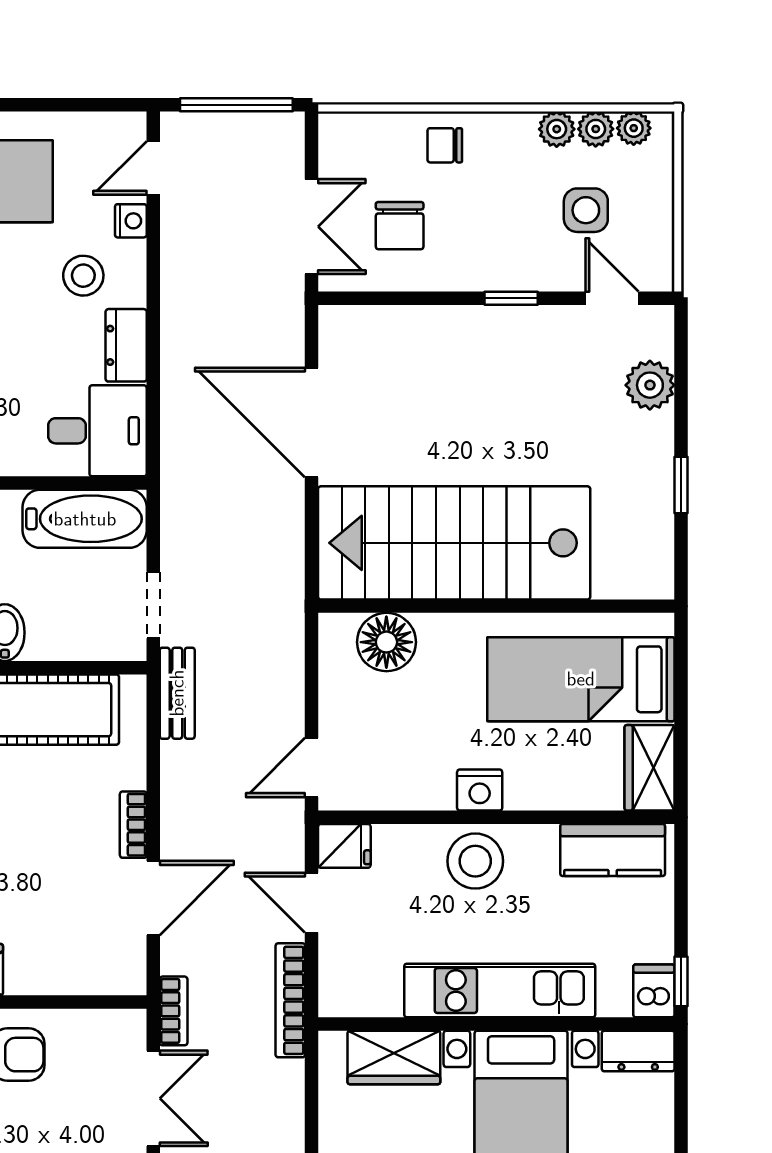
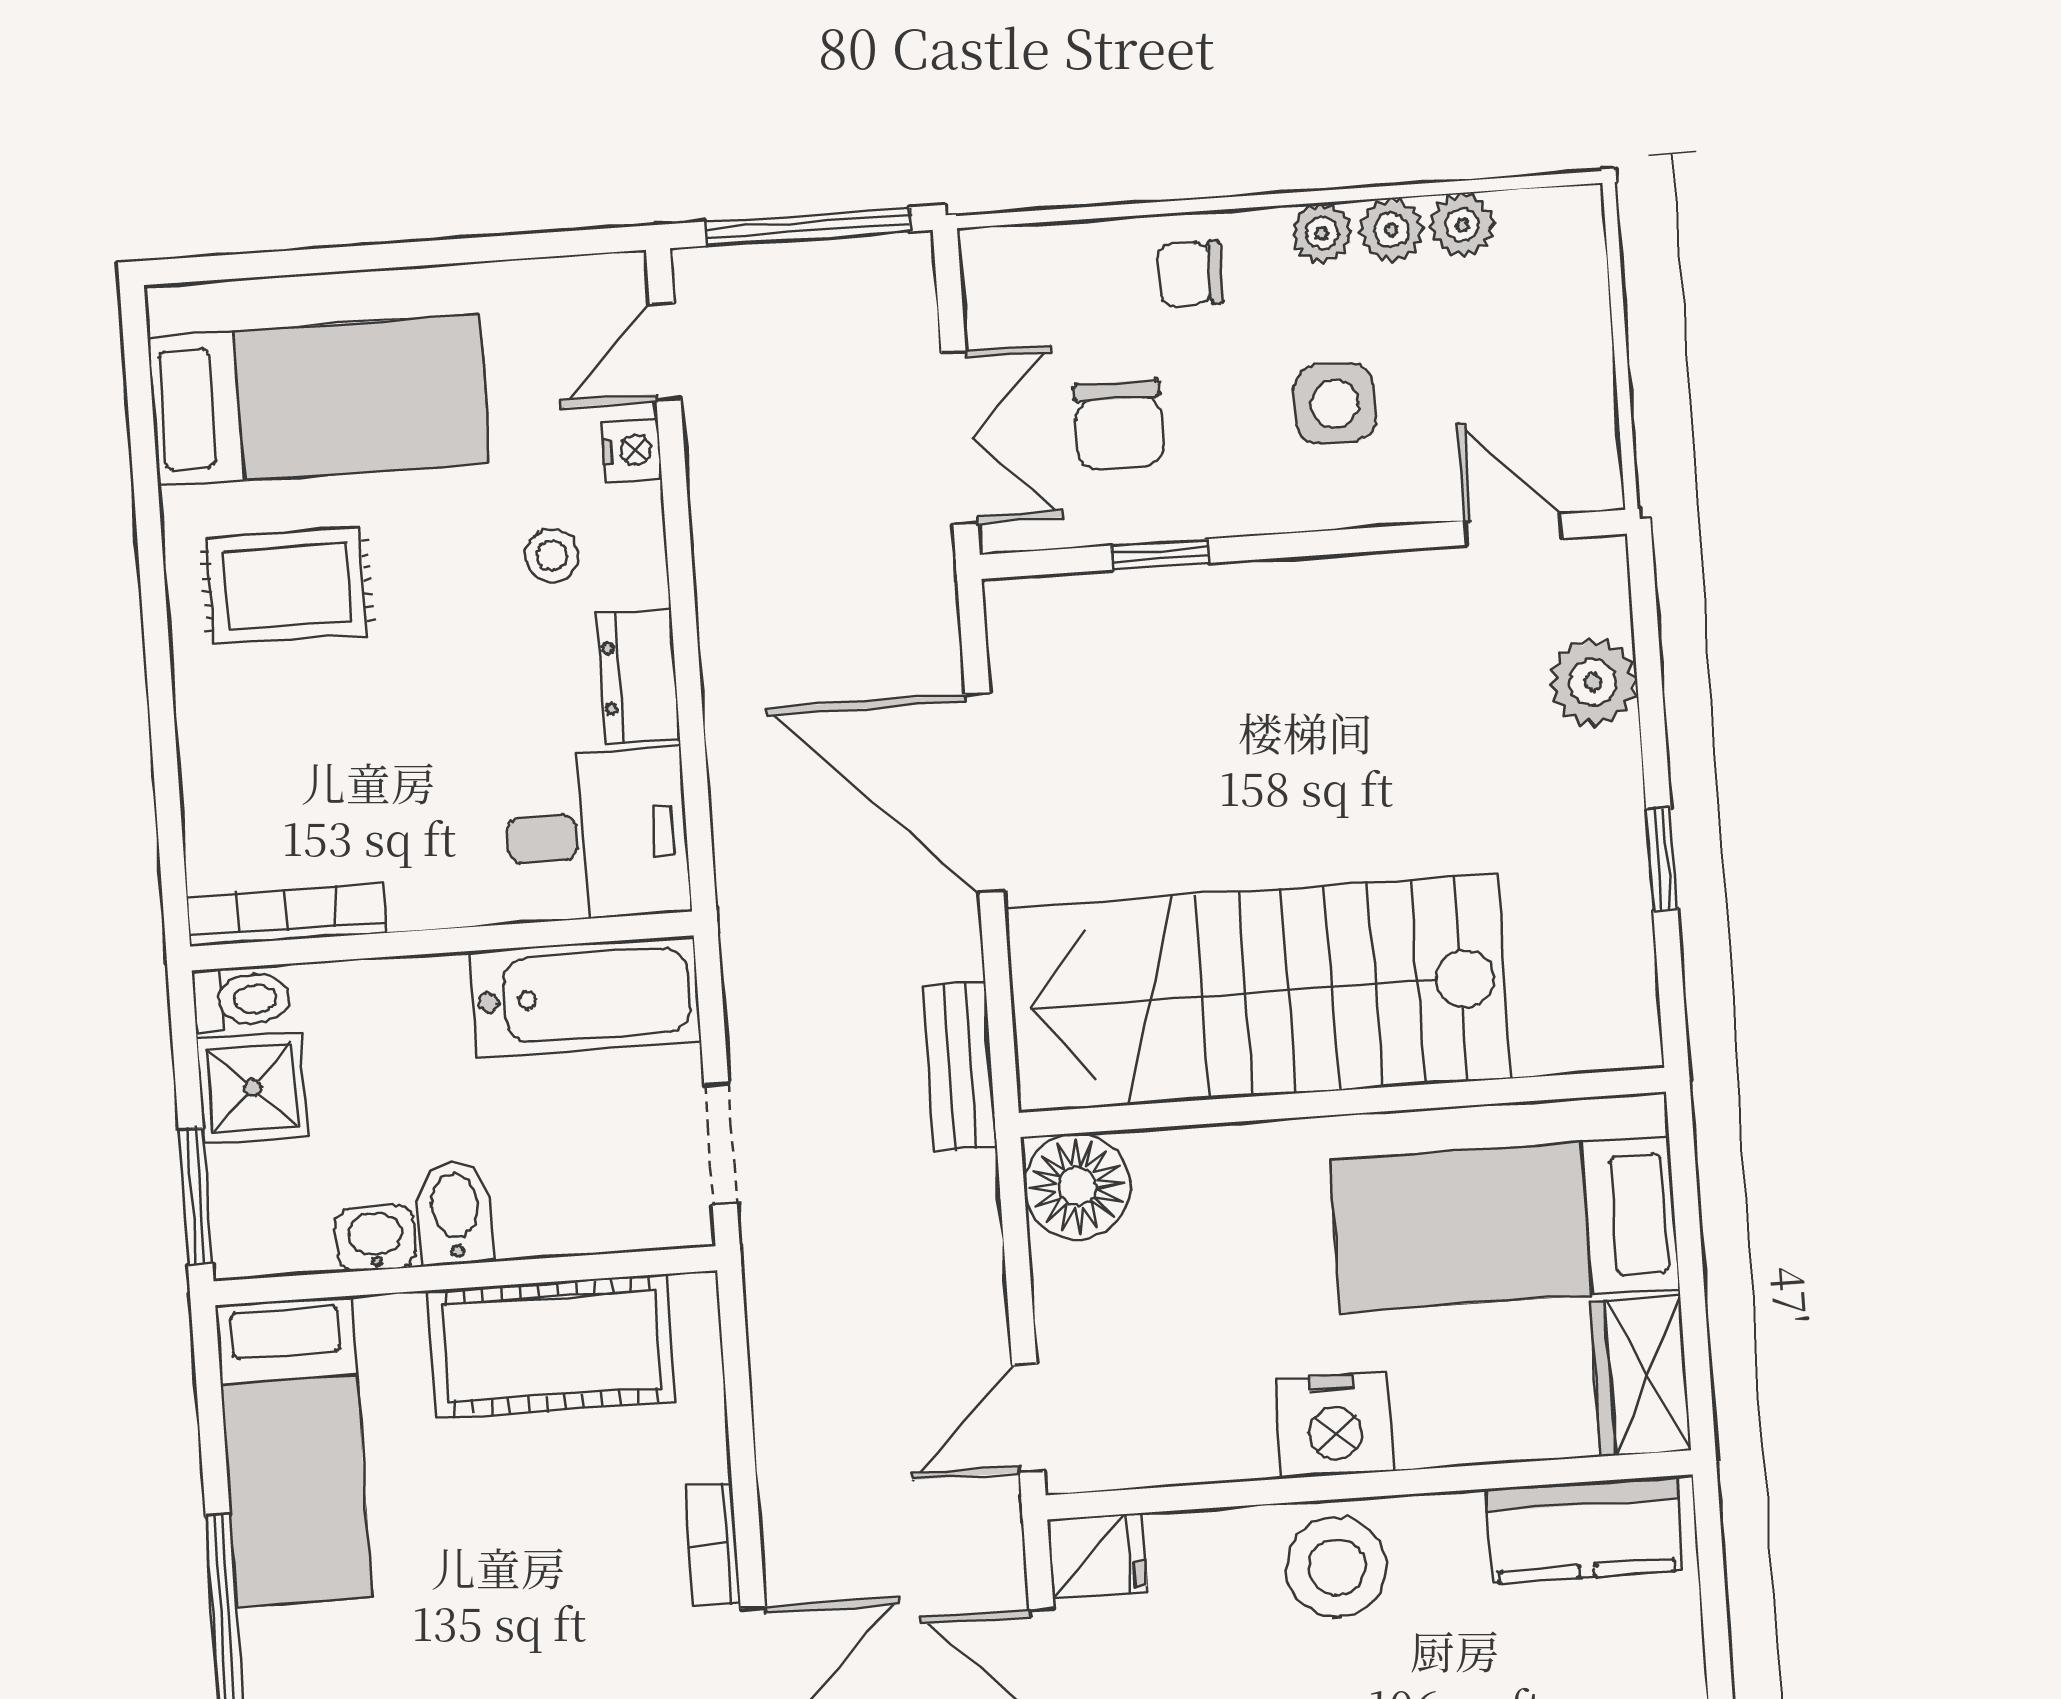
plant: (634, 128) -> (1322, 233), moved
side table: (586, 210) -> (1335, 404), moved
stool: (83, 276) -> (552, 556), width x0.73, depth x0.73
window: (511, 298) -> (1160, 554), moved
floor lamp: (386, 642) -> (1077, 1186), moved
bench: (177, 693) -> (960, 1066), moved
nightstand: (480, 790) -> (1335, 1425), width x1.36, depth x1.33

